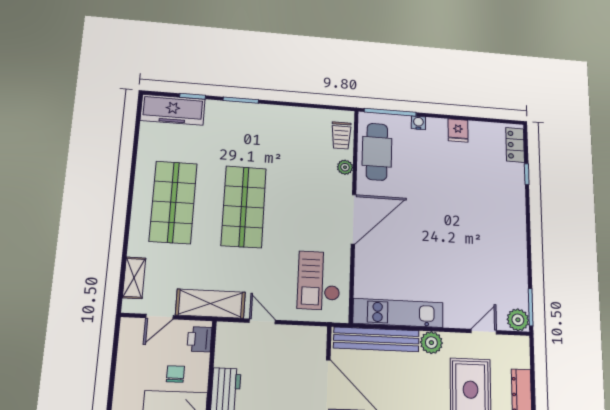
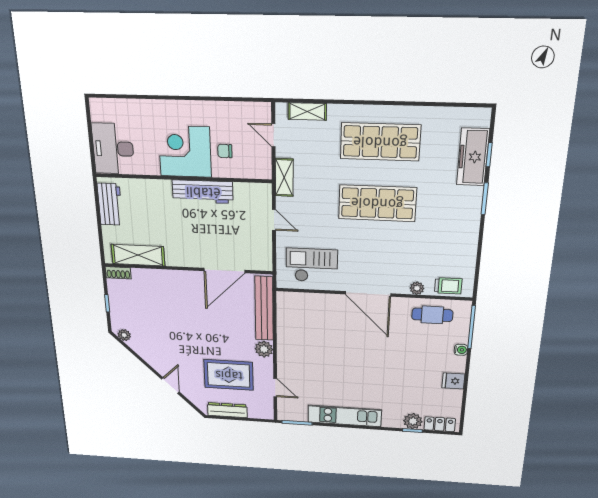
freezer: (173, 110) -> (473, 157), moved
trolley: (341, 135) -> (448, 286), turned 180
cafe table: (377, 152) -> (432, 315), width x0.73, depth x0.74
shelving: (210, 304) -> (284, 177), width x0.67, depth x0.75
kitchen unit: (398, 313) -> (345, 416), moved, turned -90
plant: (518, 320) -> (413, 421), moved
door: (262, 321) -> (274, 220), hinge flipped
printer: (199, 339) -> (256, 170), removed
chair: (175, 374) -> (225, 151), turned 180

